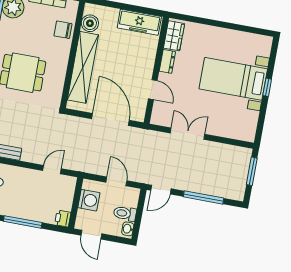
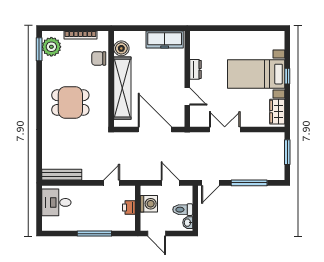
wardrobe: (174, 36) -> (277, 112), moved, turned 180
printer: (63, 218) -> (129, 207), moved

